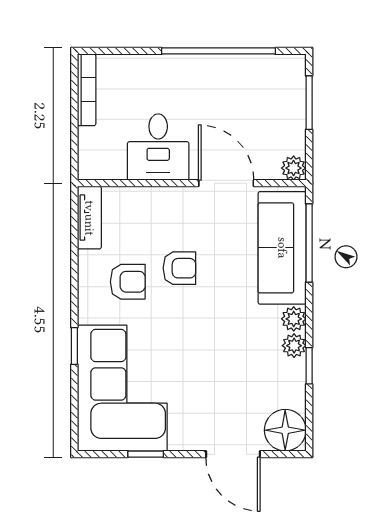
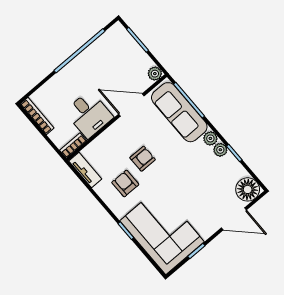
bookcase: (101, 171) -> (73, 145), added
armchair: (128, 282) -> (125, 183), turned -90

